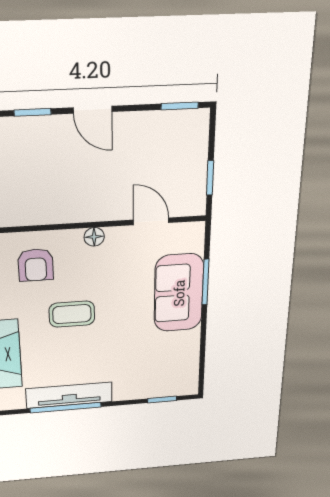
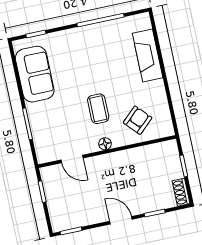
armchair: (36, 265) -> (138, 120), turned 47
sofa: (179, 293) -> (35, 74), moved
coffee table: (72, 314) -> (98, 109), moved, turned 90
tv unit: (69, 395) -> (100, 30), removed

